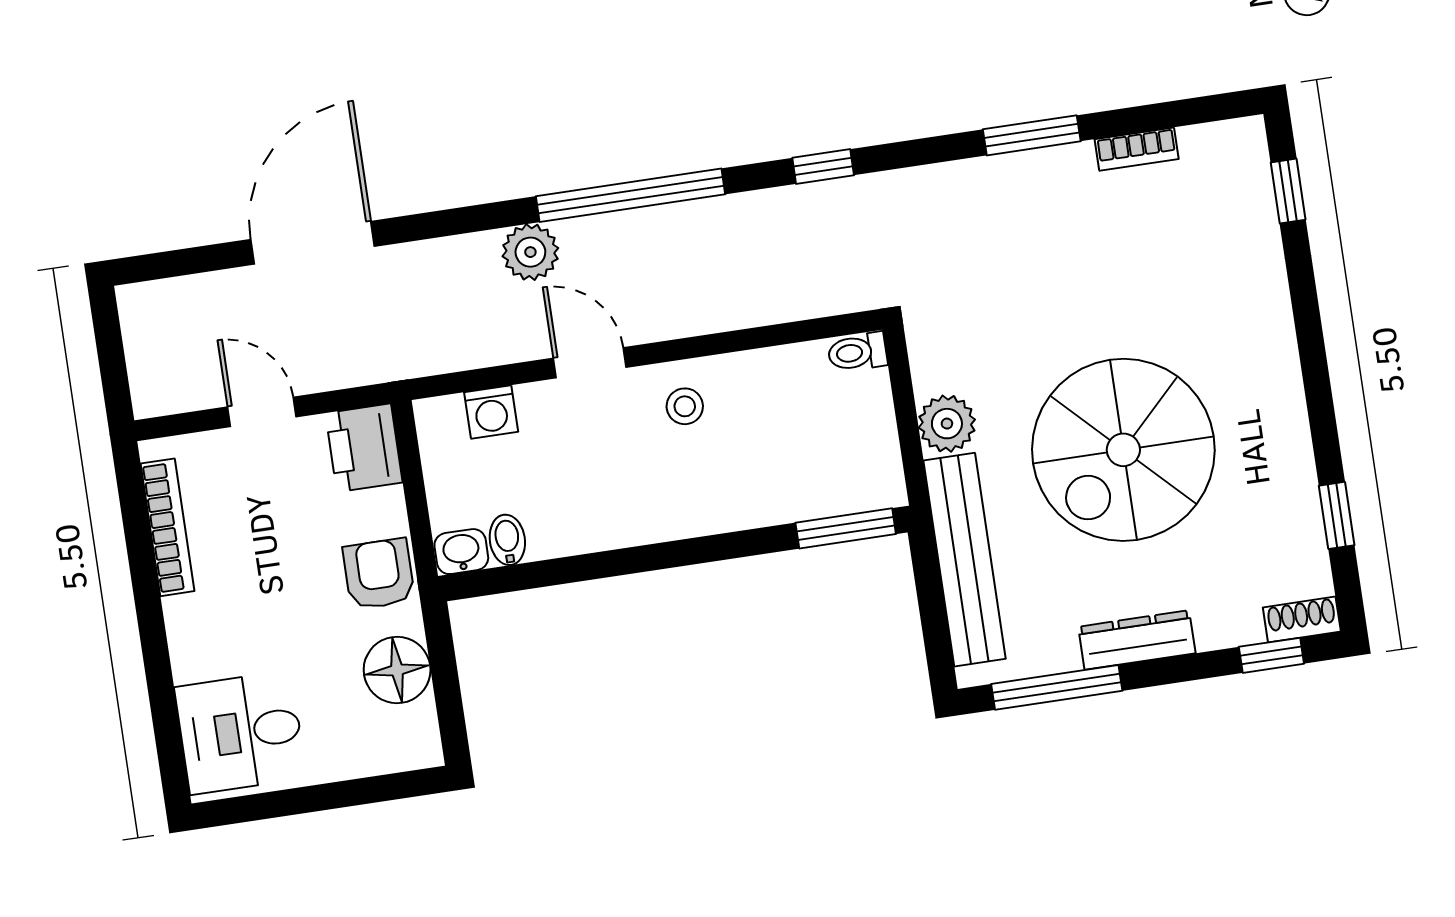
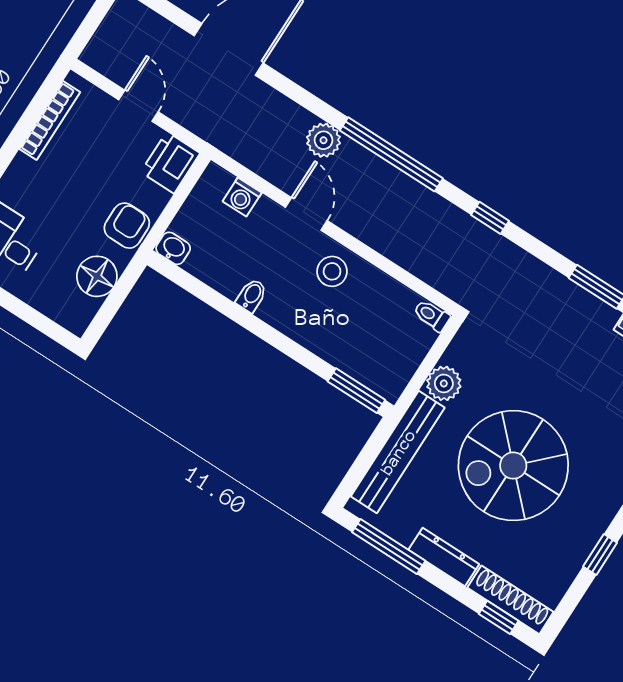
stool: (685, 406) -> (332, 271), width x1.37, depth x1.37
window: (1337, 515) -> (600, 555), moved
bidet: (507, 540) -> (252, 295), moved
shoe rack: (1302, 620) -> (510, 600), width x1.94, depth x1.24

